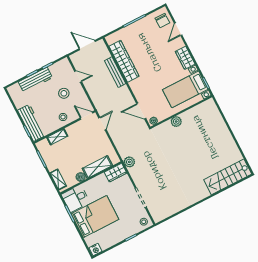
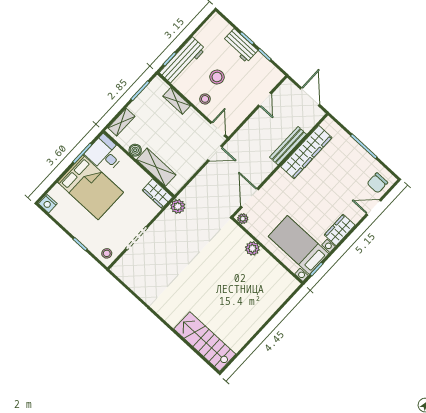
workbench: (35, 80) -> (240, 46), width x0.73
stool: (64, 93) -> (217, 77), moved

